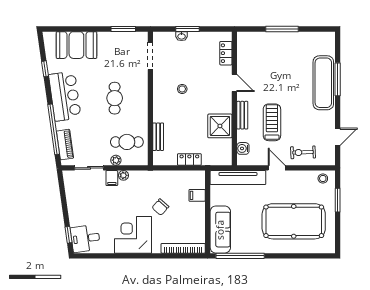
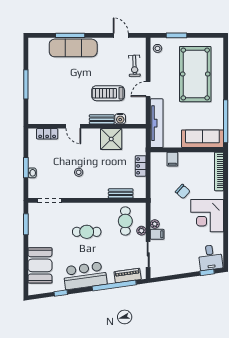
door: (234, 83) -> (73, 126), swing flipped
water cooler: (243, 148) -> (120, 119), moved

